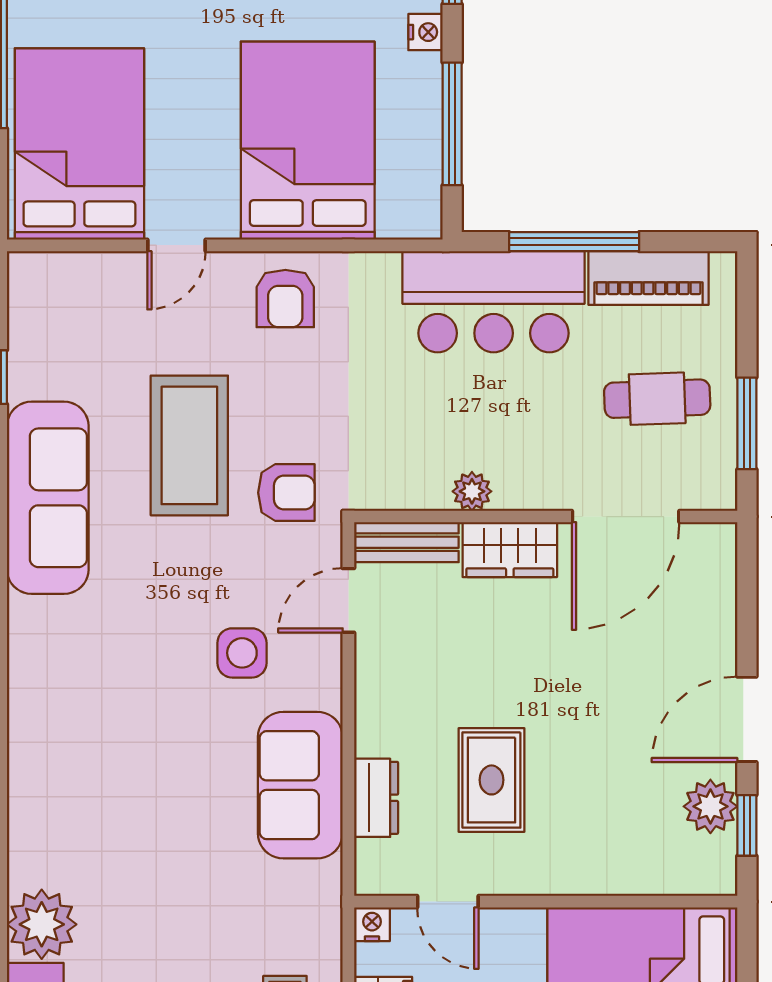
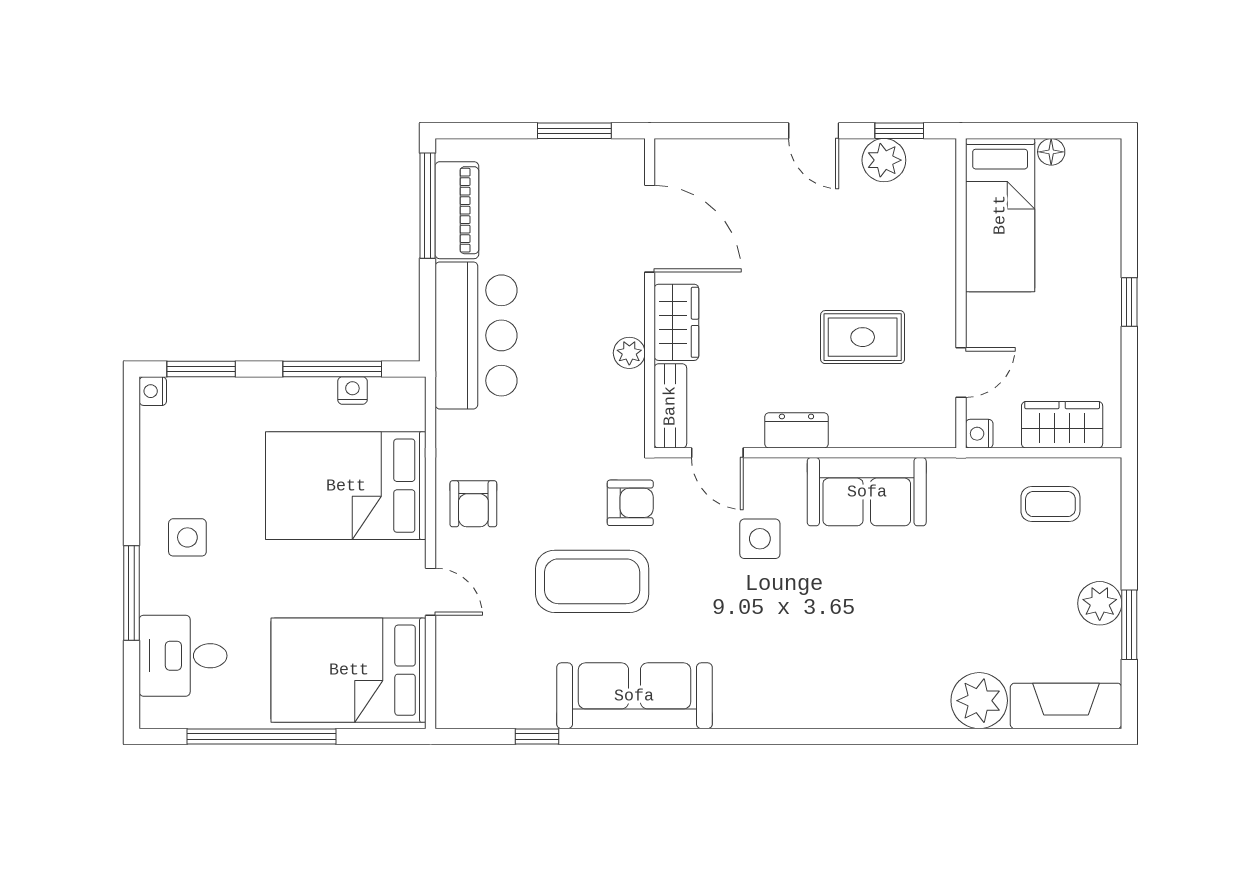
nightstand: (425, 32) -> (352, 390), moved
window: (574, 242) -> (427, 206), moved
armchair: (285, 298) -> (473, 504), turned 90
cafe table: (657, 399) -> (554, 203), removed
armchair: (286, 493) -> (630, 503), turned 90
door: (747, 719) -> (814, 131), width x0.73
dresser: (376, 798) -> (796, 430), moved

